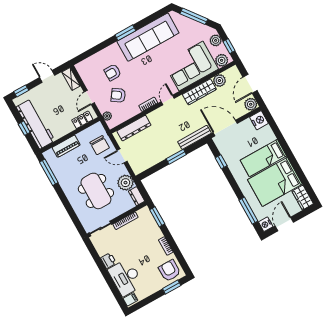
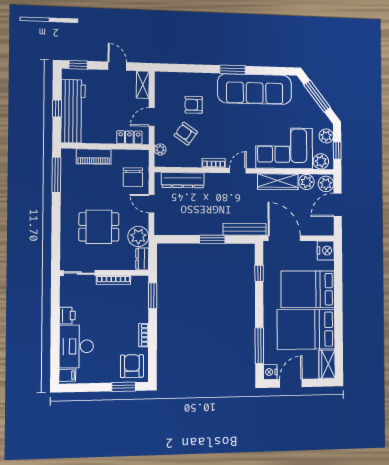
plant: (251, 104) -> (326, 184), moved
bed: (263, 158) -> (308, 289), width x1.50
dining table: (96, 191) -> (99, 227), width x0.73

